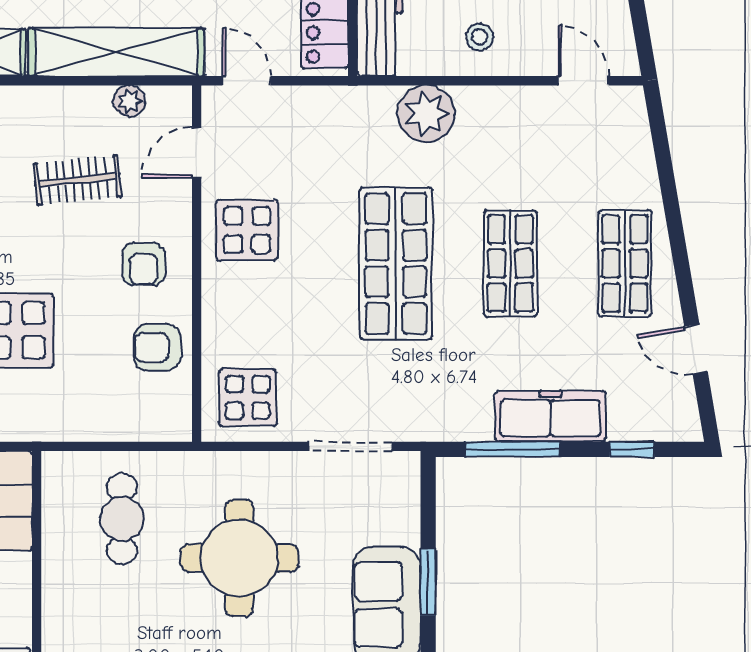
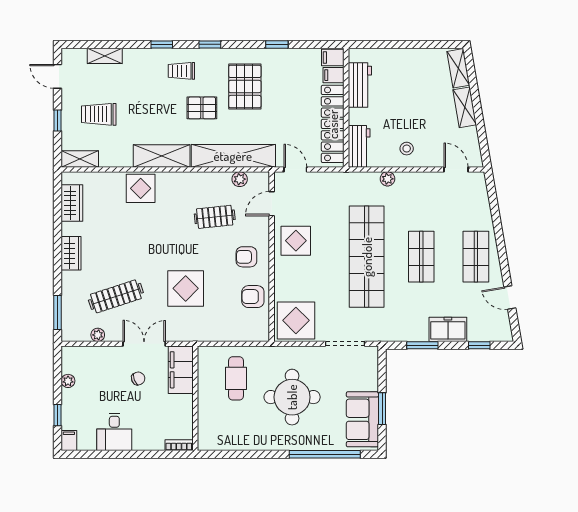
plant: (426, 114) -> (387, 179), width x0.53, depth x0.53
armchair: (144, 264) -> (246, 257), turned 90
shop shelf: (396, 264) -> (367, 257), width x1.40
display table: (248, 397) -> (296, 320), width x1.36, depth x1.36
freezer: (550, 416) -> (448, 329), width x0.71
window: (513, 449) -> (422, 345), width x0.69

